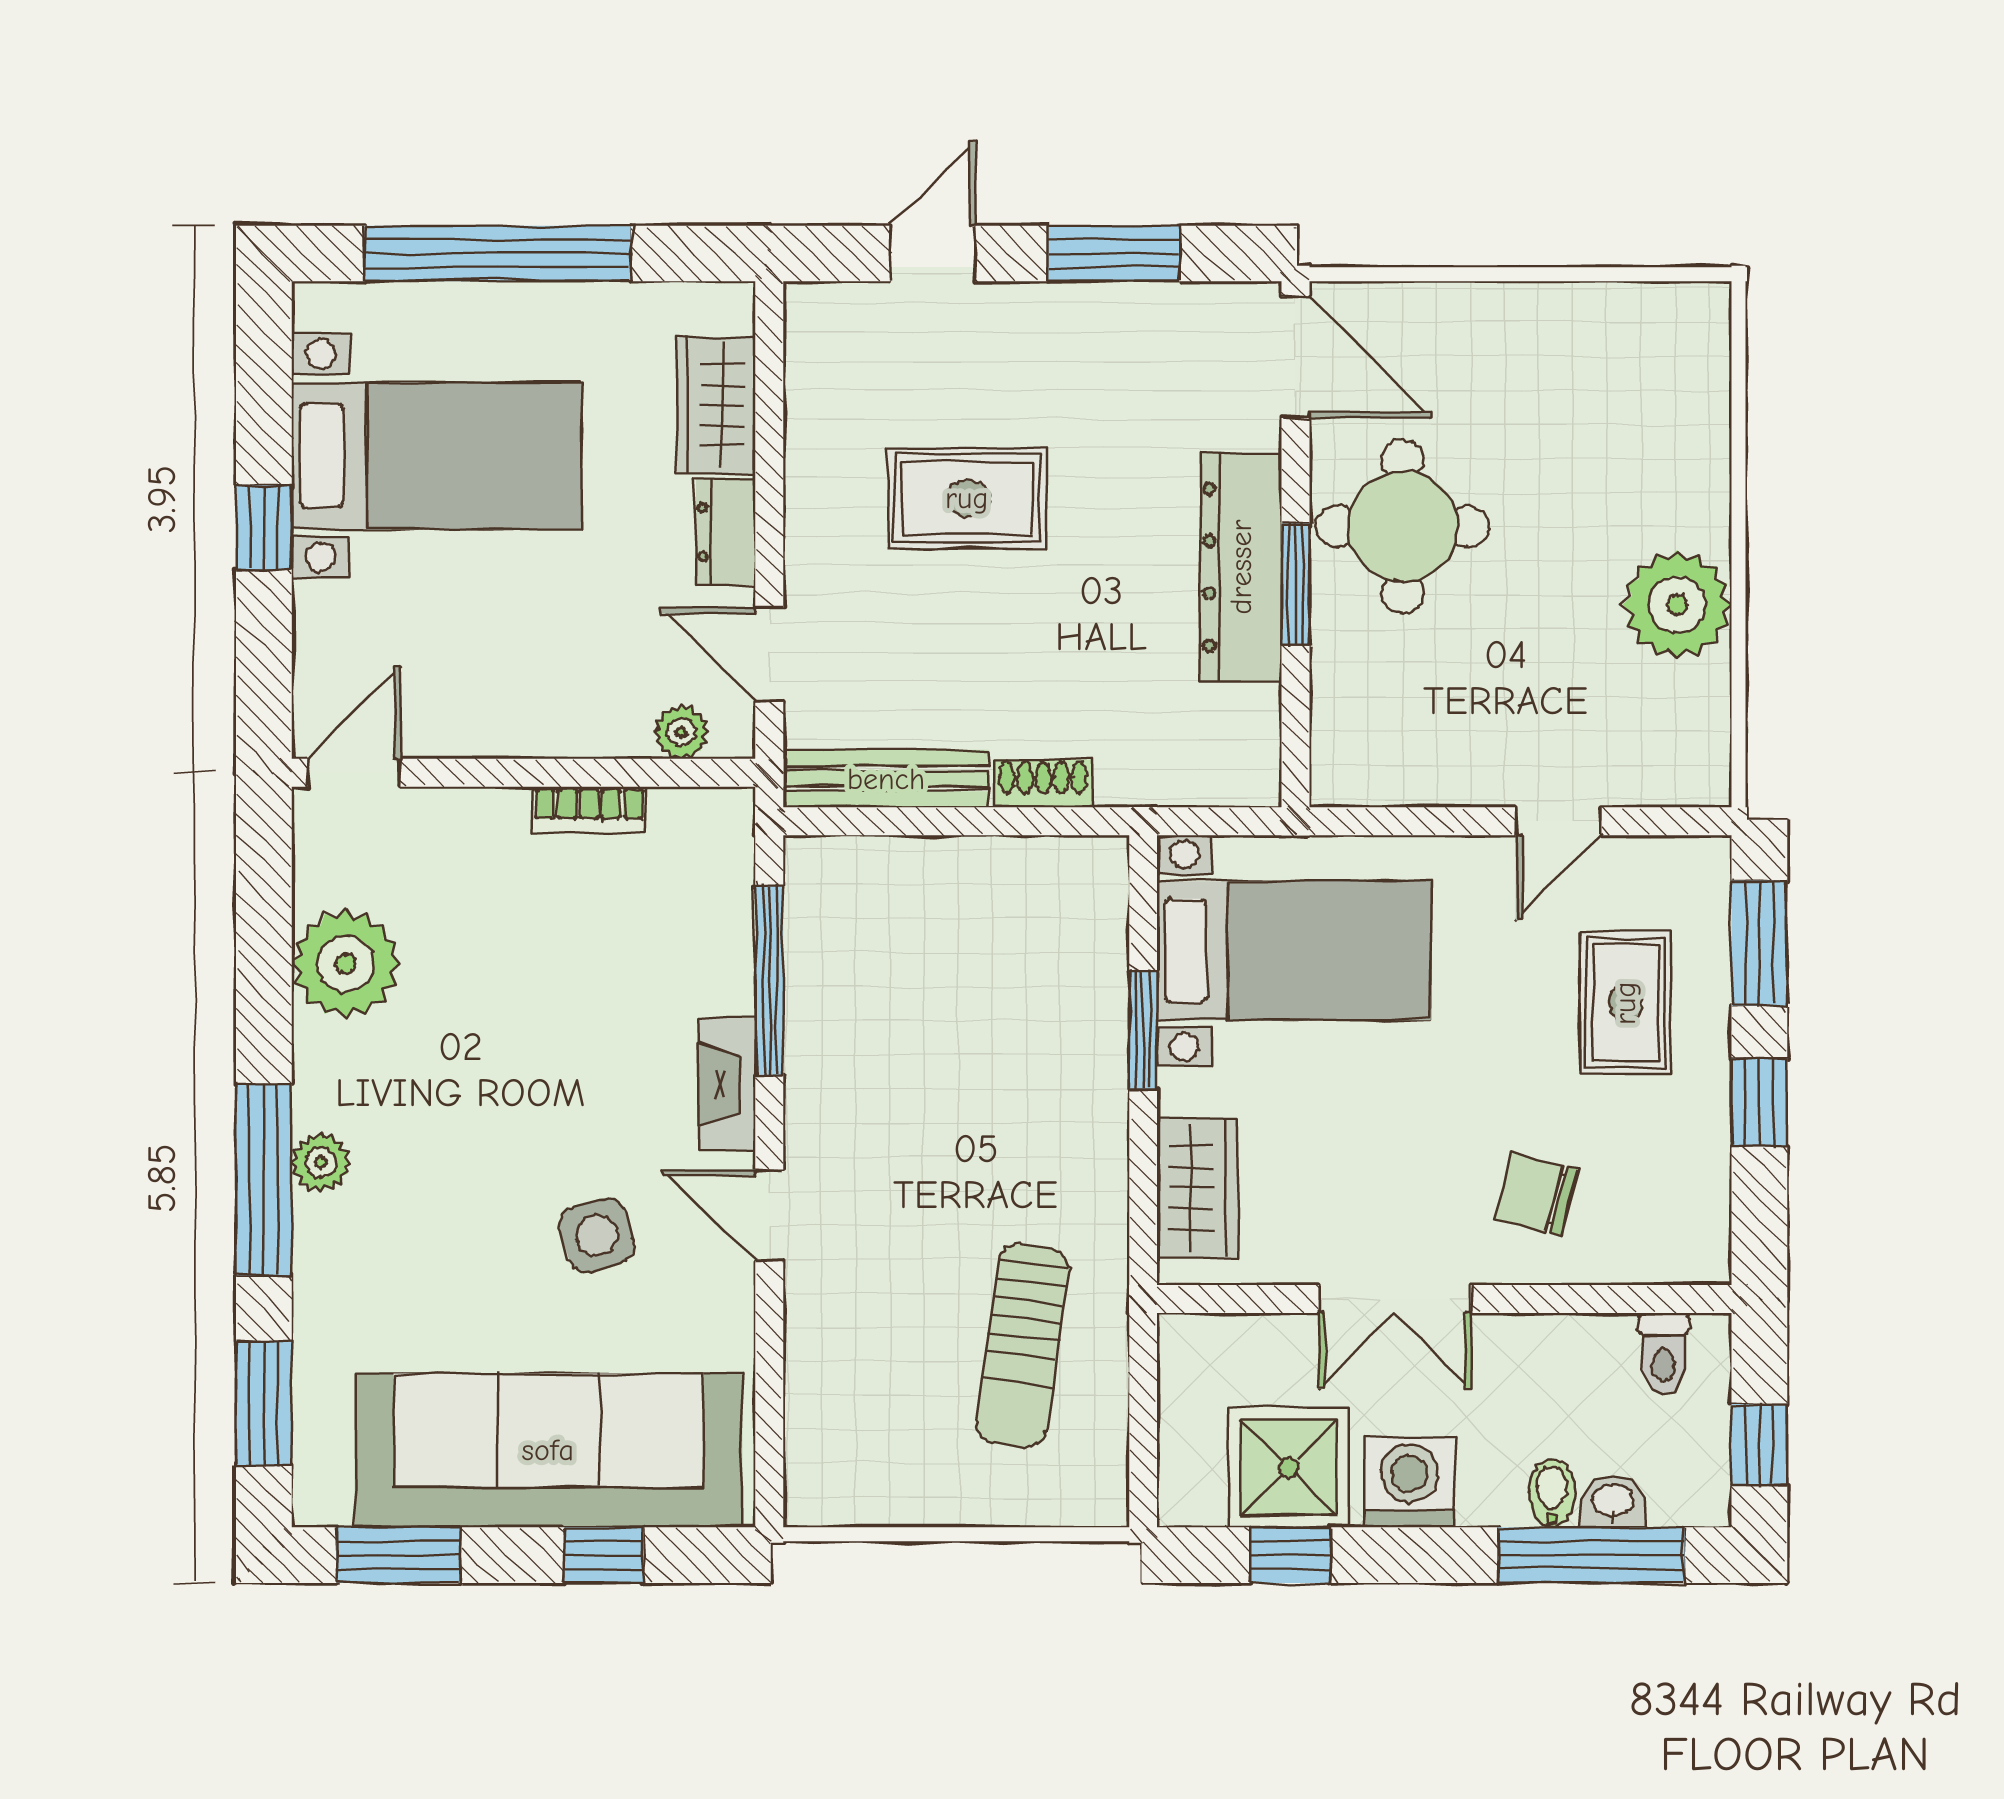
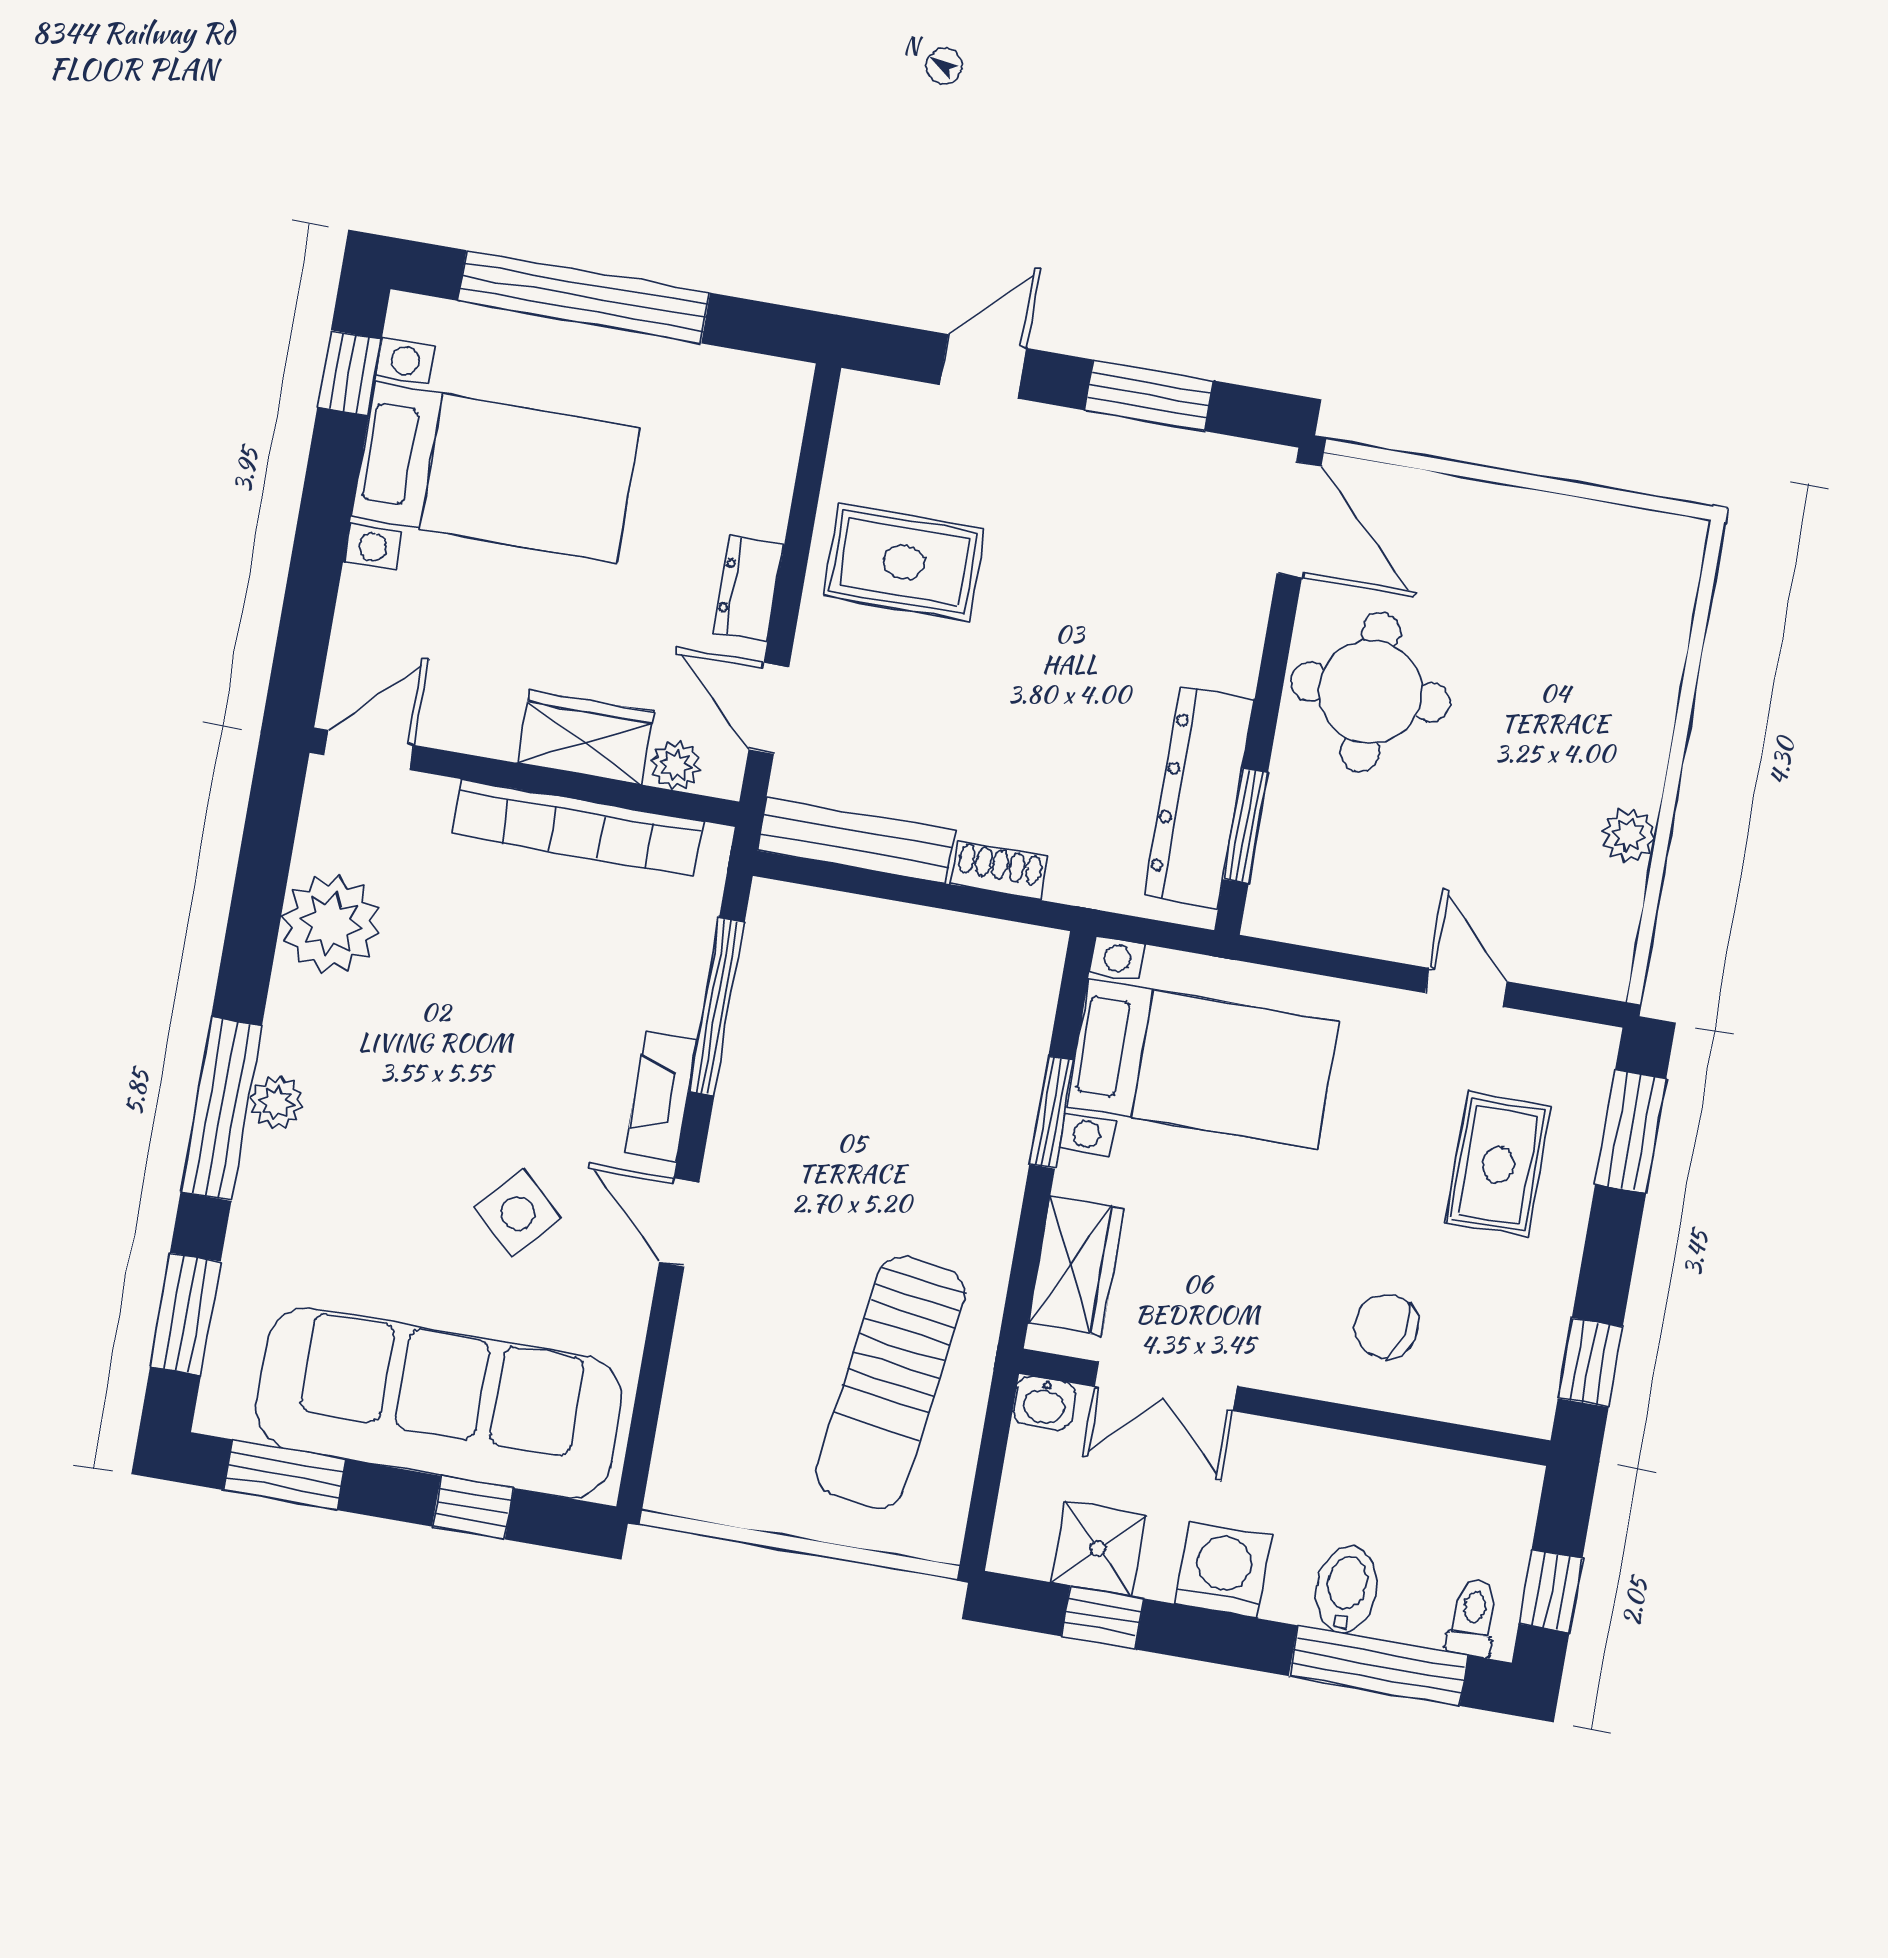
wardrobe: (716, 406) -> (586, 737), moved, turned 90
rug: (967, 498) -> (904, 562), moved
window: (264, 527) -> (350, 373), moved
dresser: (1241, 567) -> (1199, 797), moved
window: (1295, 584) -> (1246, 826), moved
plant: (1677, 605) -> (1629, 835), width x0.53, depth x0.53
bookcase: (589, 809) -> (578, 828), width x2.31, depth x1.31
door: (1559, 821) -> (1466, 987), swing flipped
window: (1759, 1102) -> (1590, 1363), moved
side table: (597, 1235) -> (518, 1213), turned -30
double door: (1395, 1299) -> (1165, 1386), moved
sun lounger: (1023, 1346) -> (890, 1383), width x1.36, depth x1.34
toilet: (1664, 1354) -> (1473, 1617), moved, turned 180
shower: (1289, 1467) -> (1098, 1549), width x0.73, depth x0.73
bidet: (1552, 1493) -> (1346, 1590), width x1.38, depth x1.36
washbasin: (1613, 1501) -> (1044, 1403), moved, turned 180

